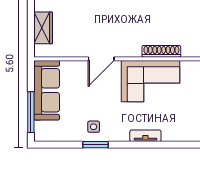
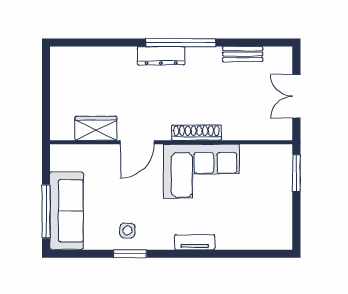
wardrobe: (43, 28) -> (96, 128), moved, turned -90
shoe rack: (161, 51) -> (196, 133), moved
sofa: (47, 90) -> (66, 211), moved

